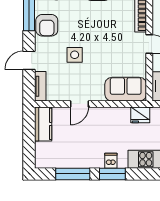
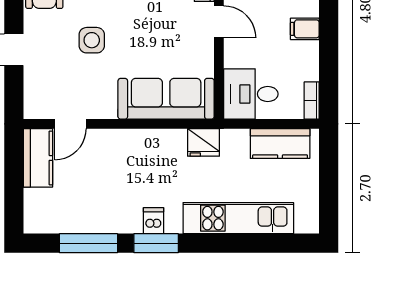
tv unit: (40, 86) -> (33, 94), removed
sofa: (126, 89) -> (166, 99), width x1.36
door: (79, 104) -> (70, 124), moved

